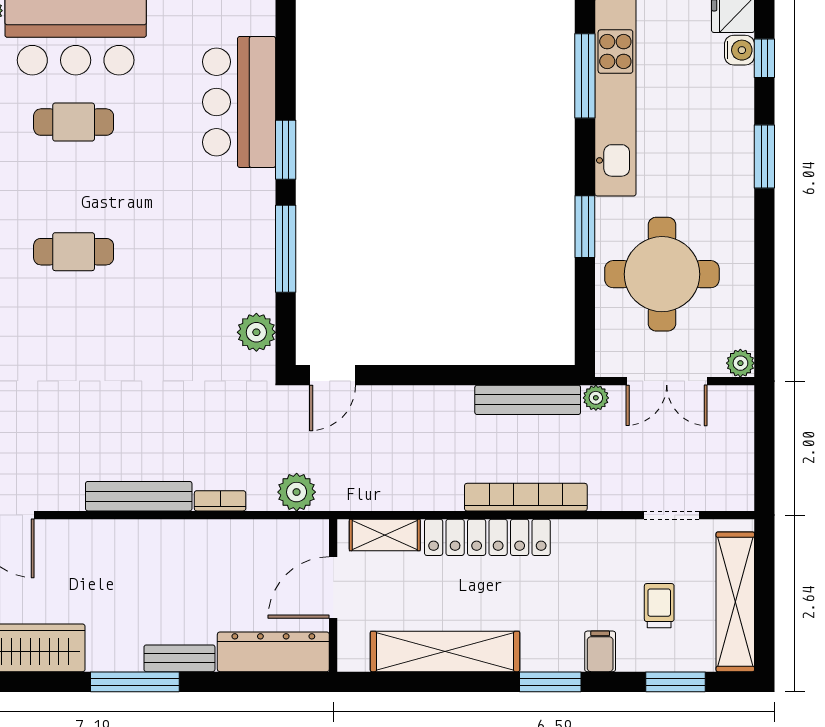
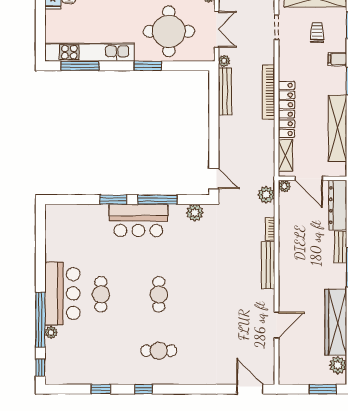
bar counter: (239, 102) -> (138, 220), moved
plant: (315, 533) -> (284, 186), added
trolley: (659, 606) -> (317, 33), turned 90

